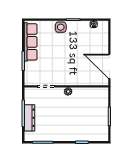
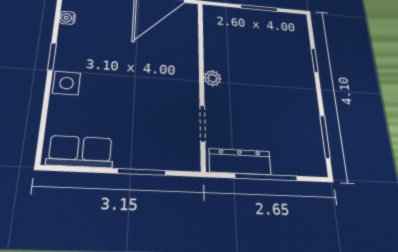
row of seats: (31, 42) -> (80, 152), width x0.68
dresser: (30, 118) -> (240, 162), moved

